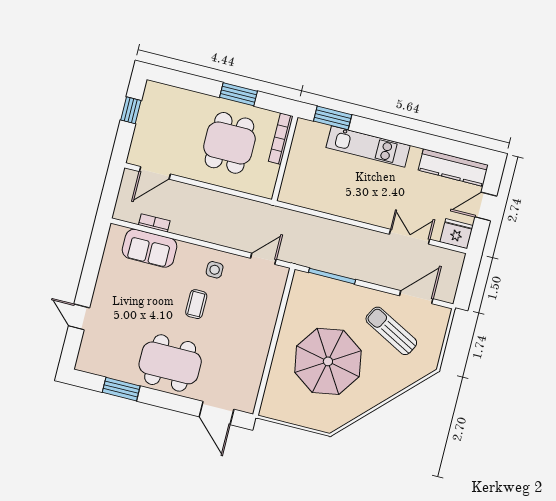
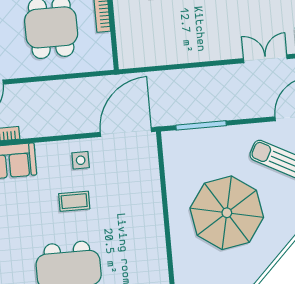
door: (263, 259) -> (126, 132), width x1.88
coffee table: (196, 304) -> (74, 201), turned 90

